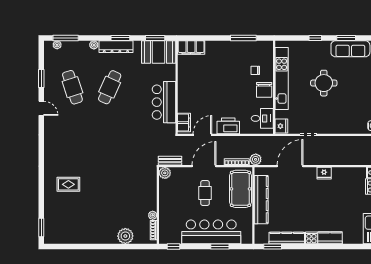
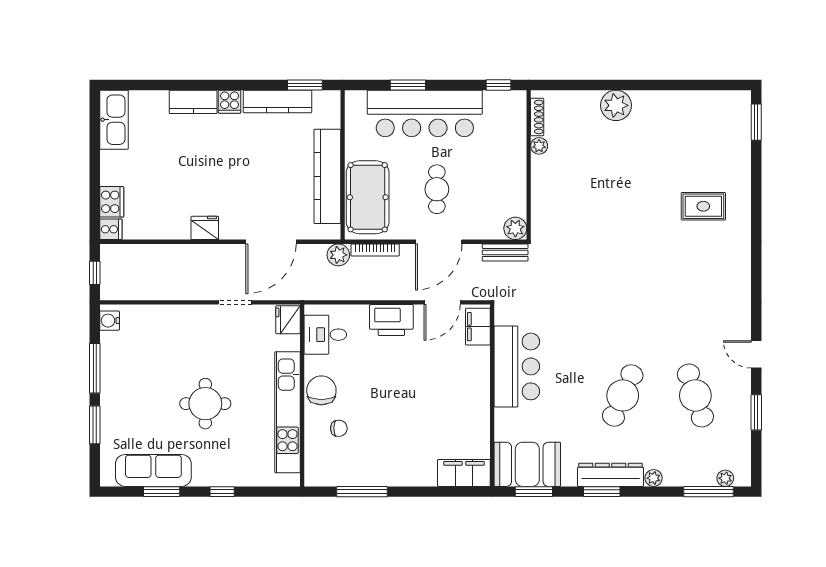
plant: (125, 236) -> (616, 105), moved

